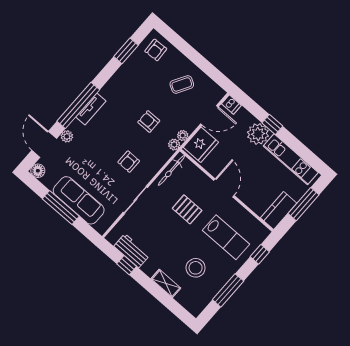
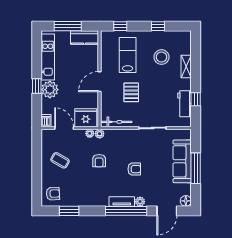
plant: (67, 136) -> (140, 202), moved
armchair: (129, 162) -> (134, 169), moved
window: (228, 290) -> (158, 26), width x0.46

